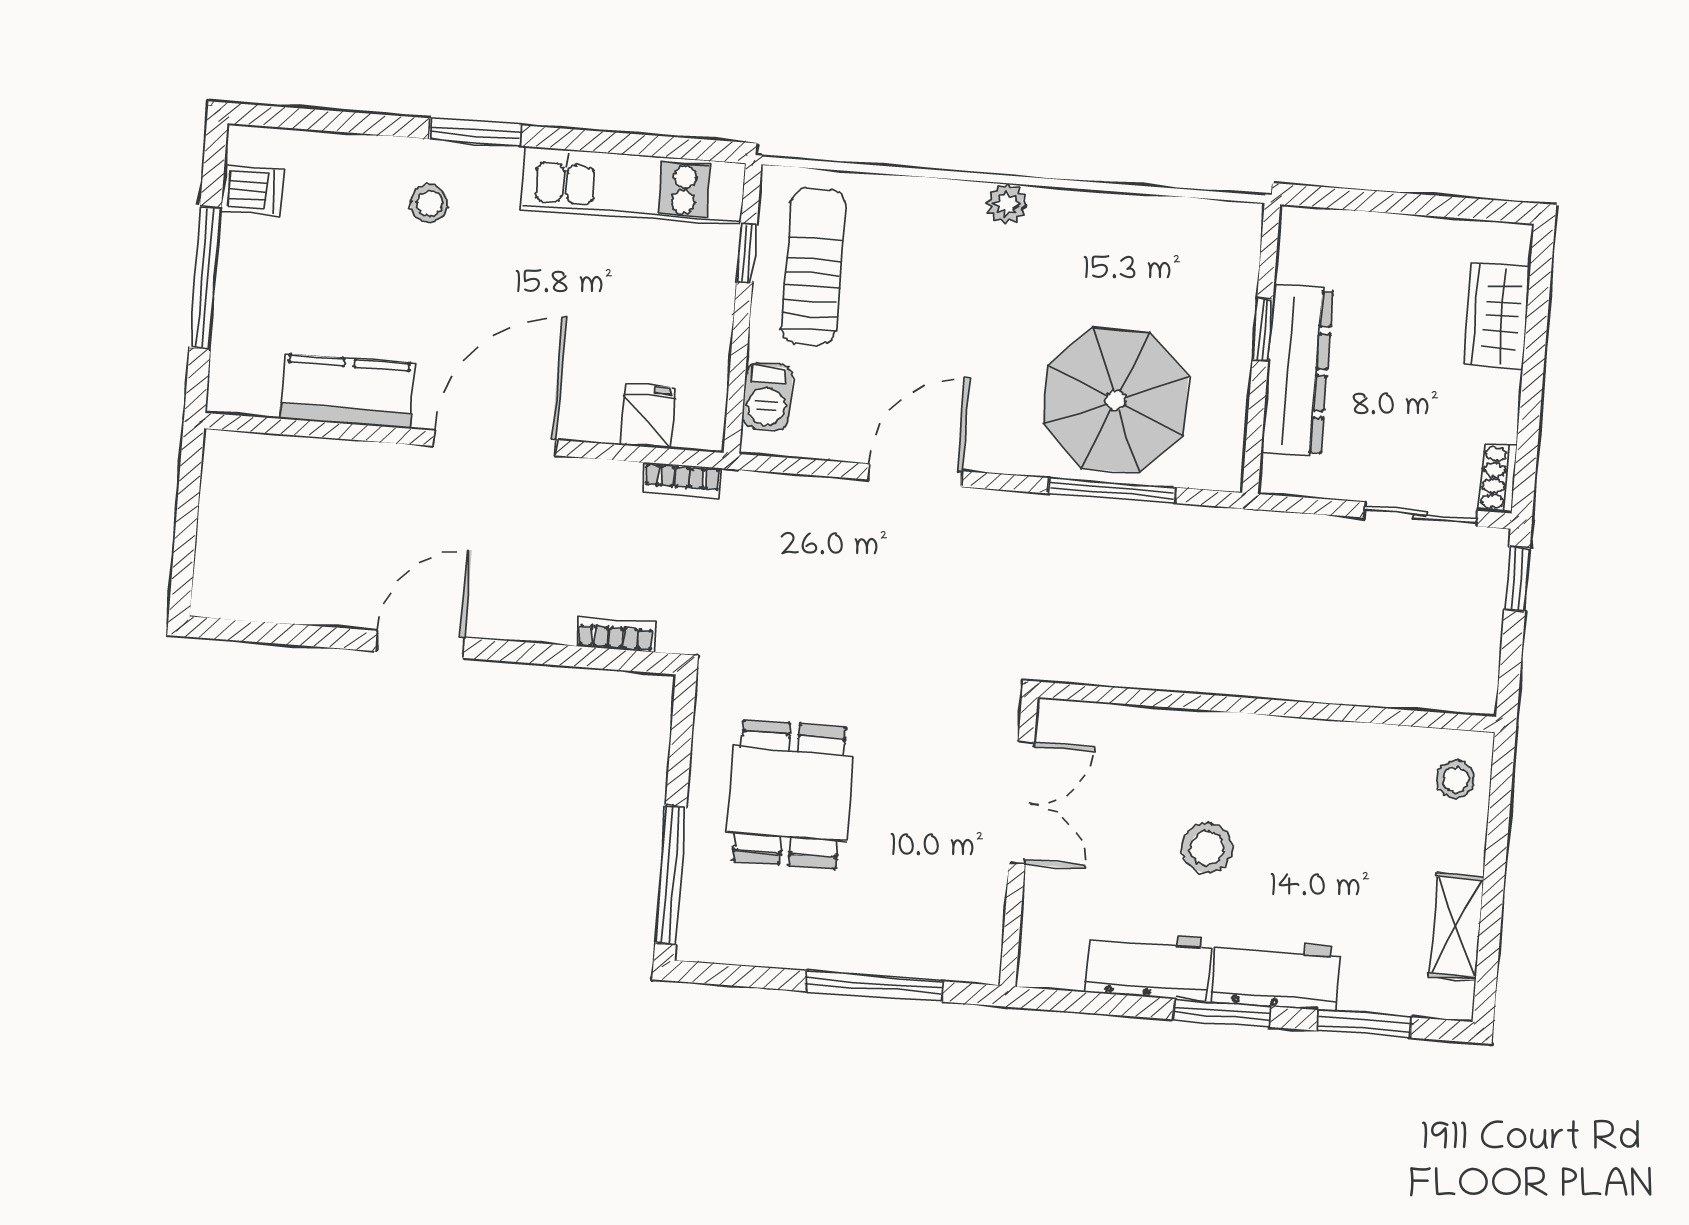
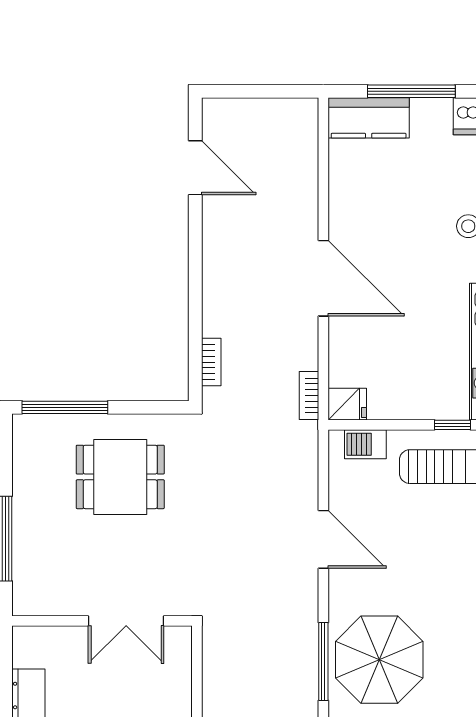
kitchen counter: (347, 391) -> (369, 118), moved, turned 90
fridge: (648, 416) -> (347, 404), moved
door: (421, 644) -> (195, 168), moved

